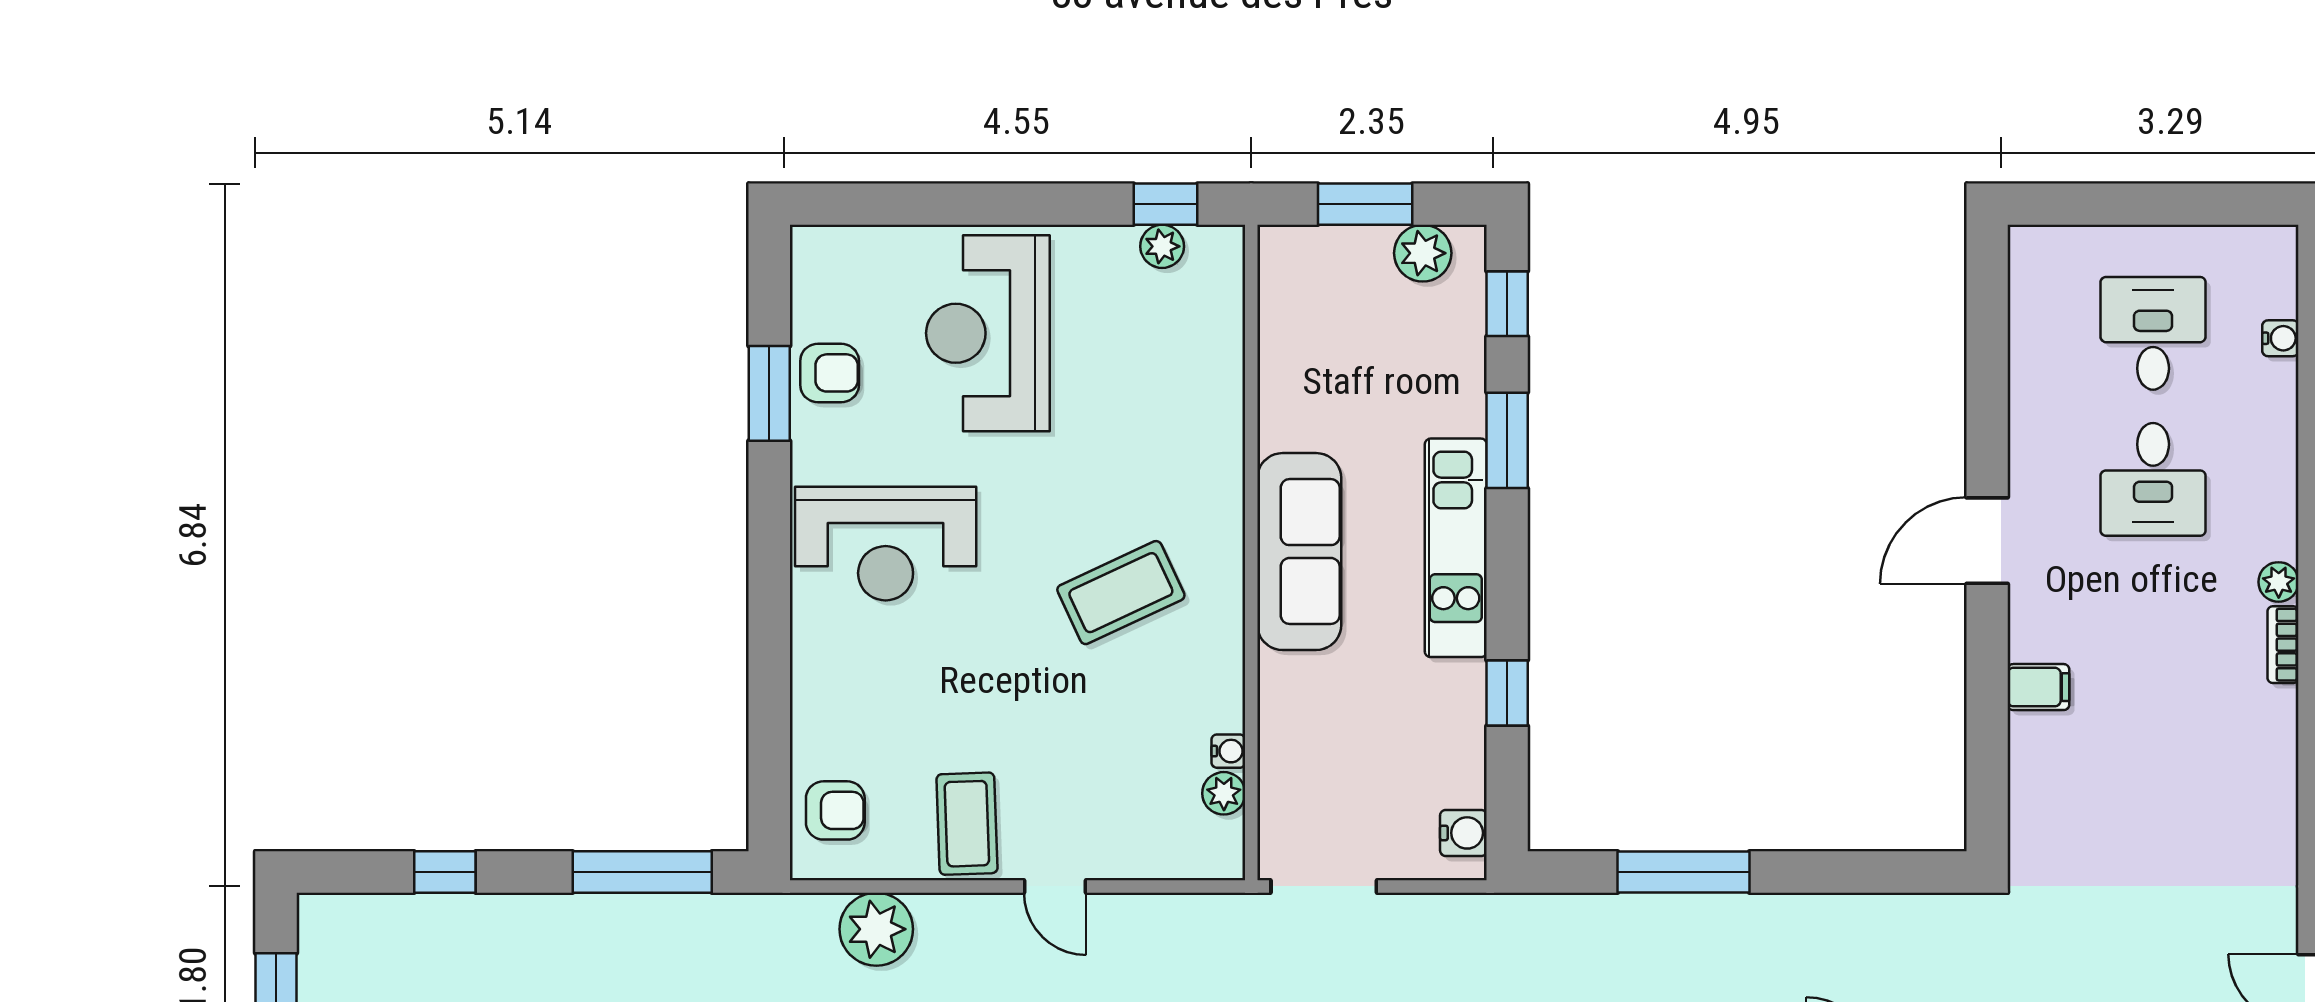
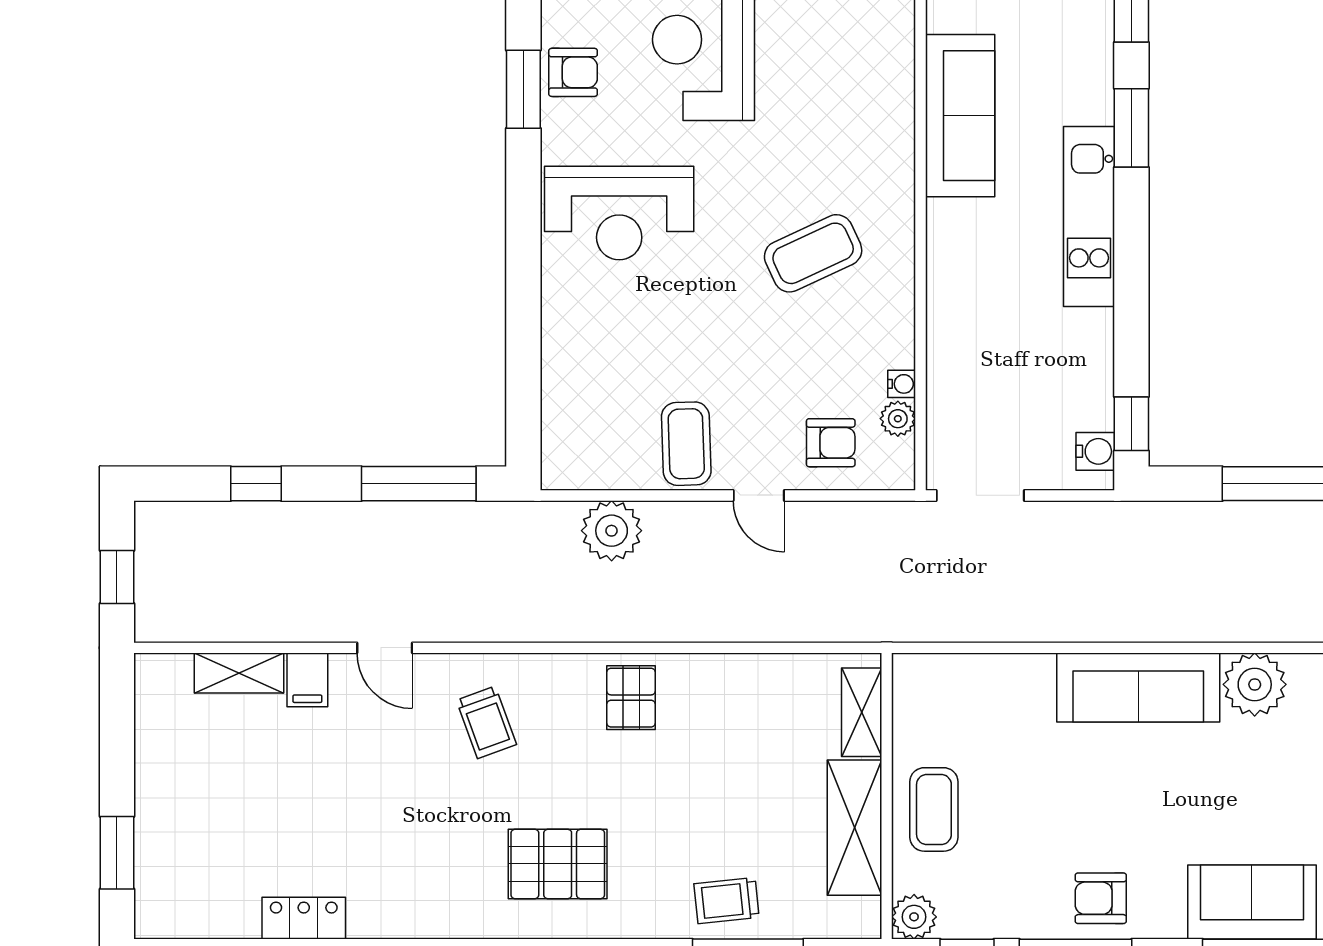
sofa: (1299, 552) -> (960, 116), moved
window: (1507, 693) -> (1131, 424), moved
armchair: (835, 810) -> (831, 443), moved

